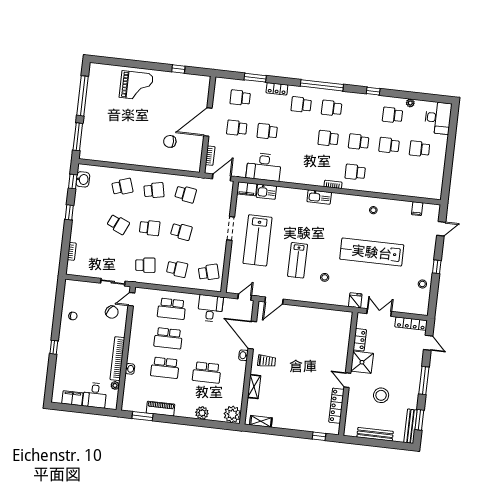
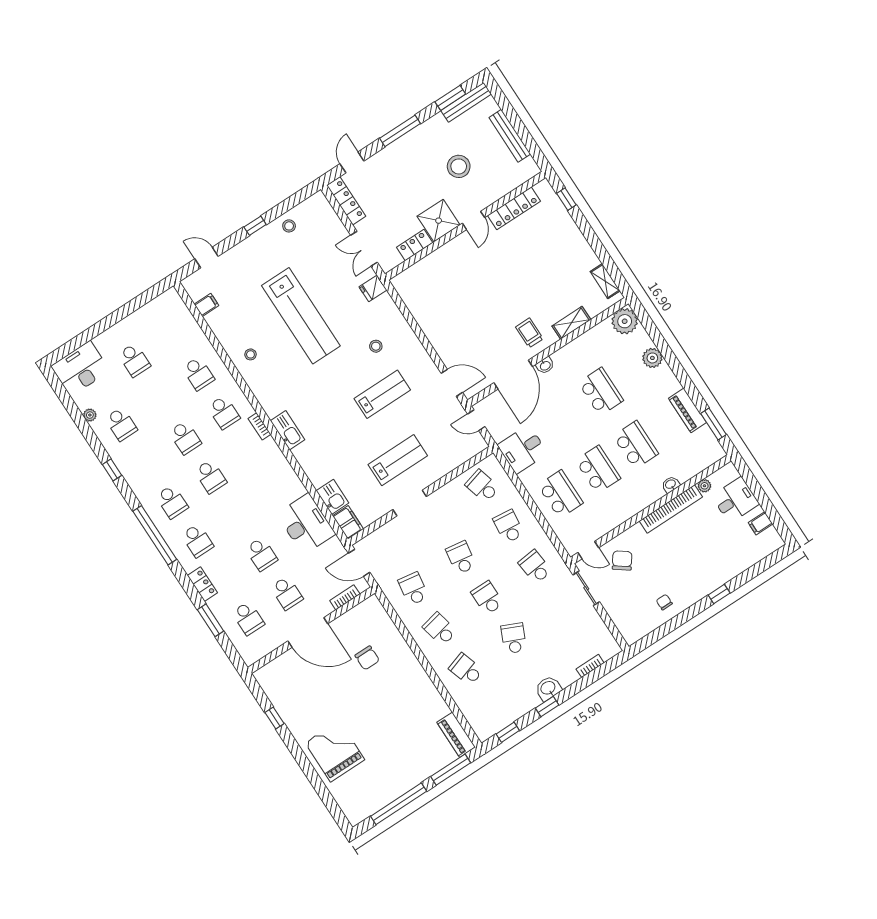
school desk: (389, 145) -> (198, 374), moved
piano: (93, 154) -> (456, 735), added
washbasin: (83, 179) -> (548, 688), moved
lab bench: (258, 240) -> (398, 460), width x0.73, depth x0.72
filing cabinet: (72, 398) -> (760, 523), width x0.50

